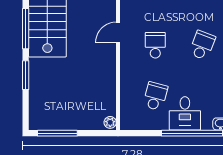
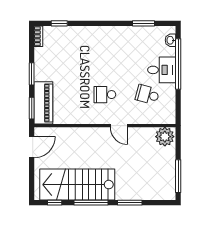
door: (118, 32) -> (119, 126), moved
school desk: (202, 45) -> (105, 55), removed
plant: (110, 122) -> (165, 137), width x1.87, depth x1.87

